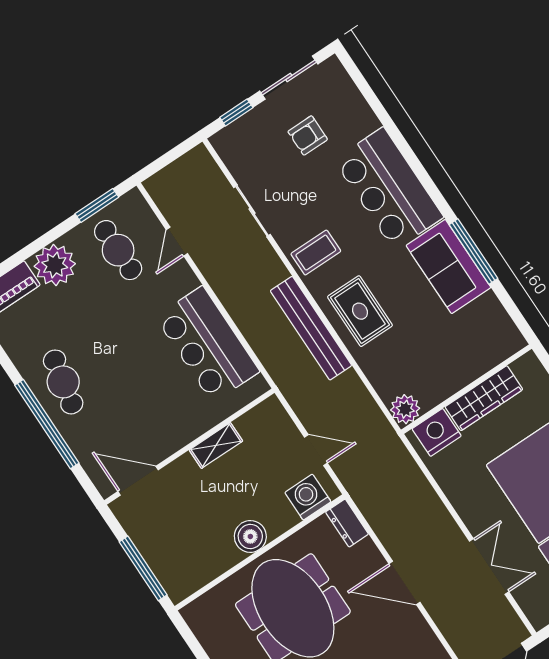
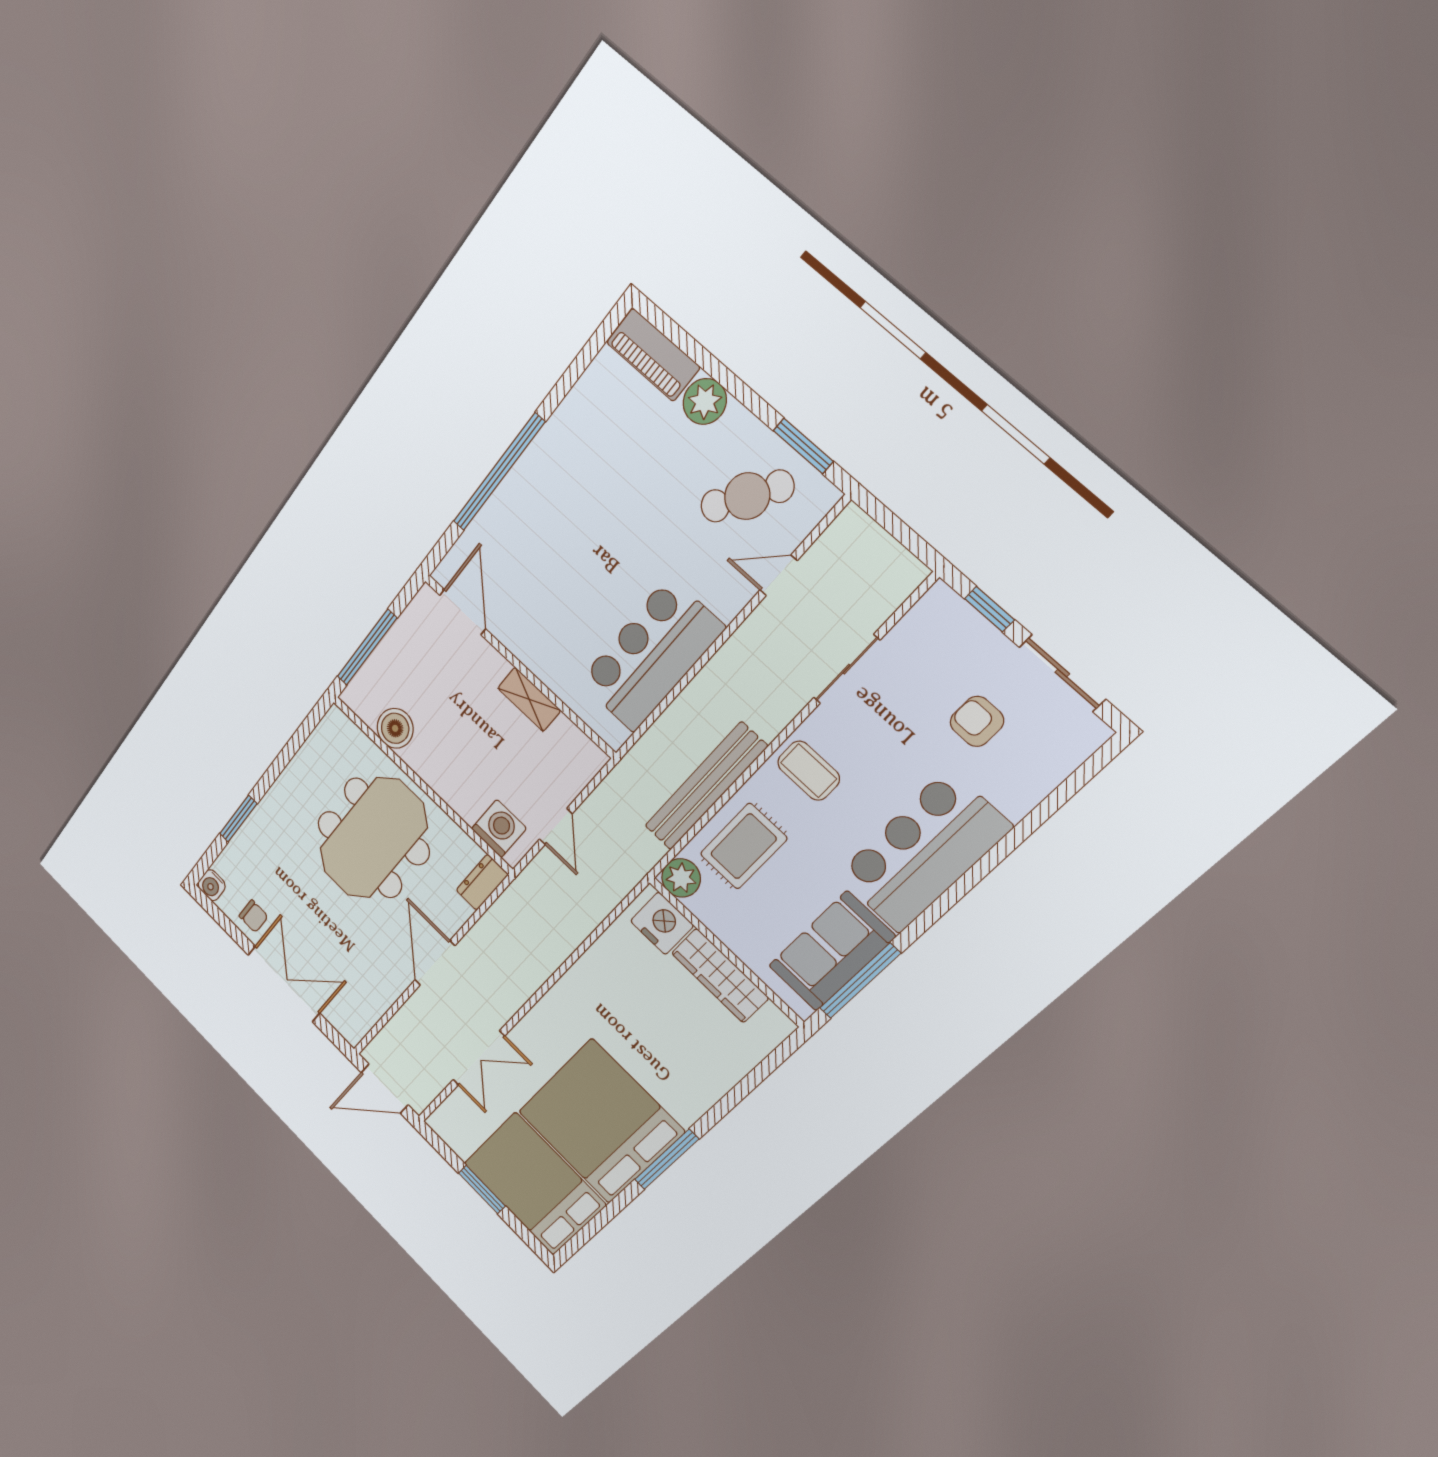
cafe table: (118, 250) -> (747, 496), turned 34
plant: (55, 265) -> (705, 401), width x0.73, depth x0.73
cafe table: (63, 382) -> (556, 477), removed
wall: (466, 389) -> (726, 952), moved
wardrobe: (484, 398) -> (720, 975), moved
plant: (405, 409) -> (681, 878), moved
nightstand: (437, 432) -> (662, 923), moved
boiler: (250, 536) -> (395, 728), moved

